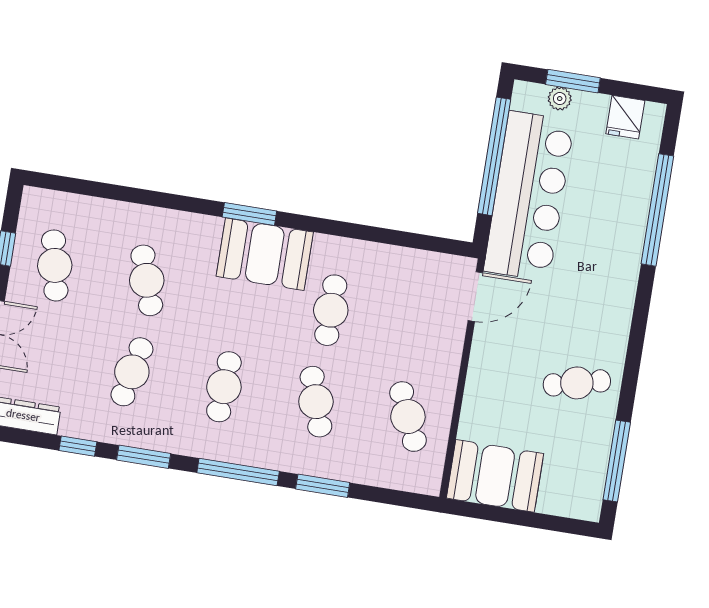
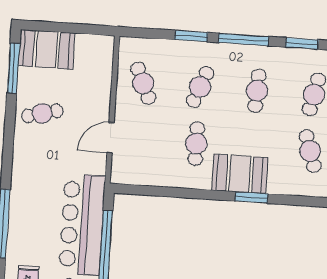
door: (475, 297) -> (110, 138), moved
cafe table: (316, 402) -> (200, 87), turned 39
booth: (495, 476) -> (47, 49), moved

